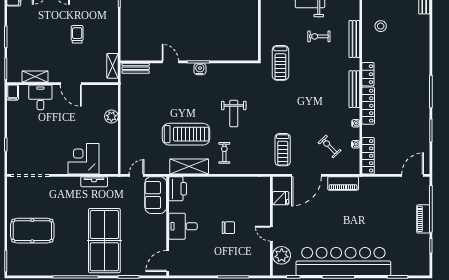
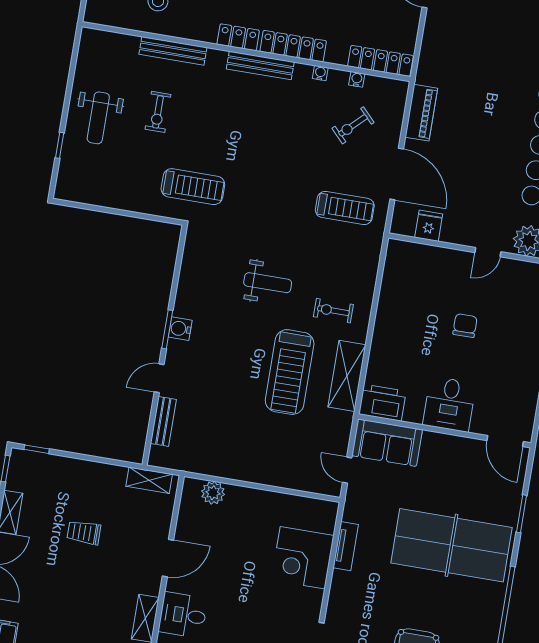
bench: (136, 68) -> (163, 421), moved
plant: (111, 117) -> (213, 493), moved
treadmill: (186, 134) -> (290, 372), turned 180

